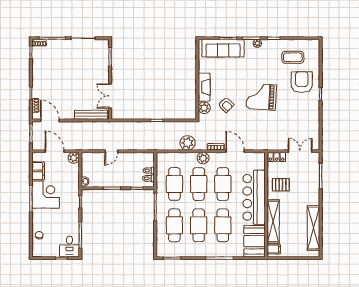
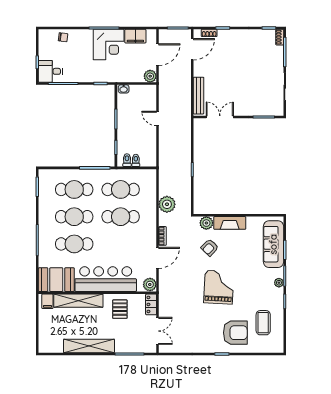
plant: (203, 158) -> (150, 284), moved
cafe table: (223, 184) -> (121, 244), removed
shelving: (313, 228) -> (89, 346), moved

